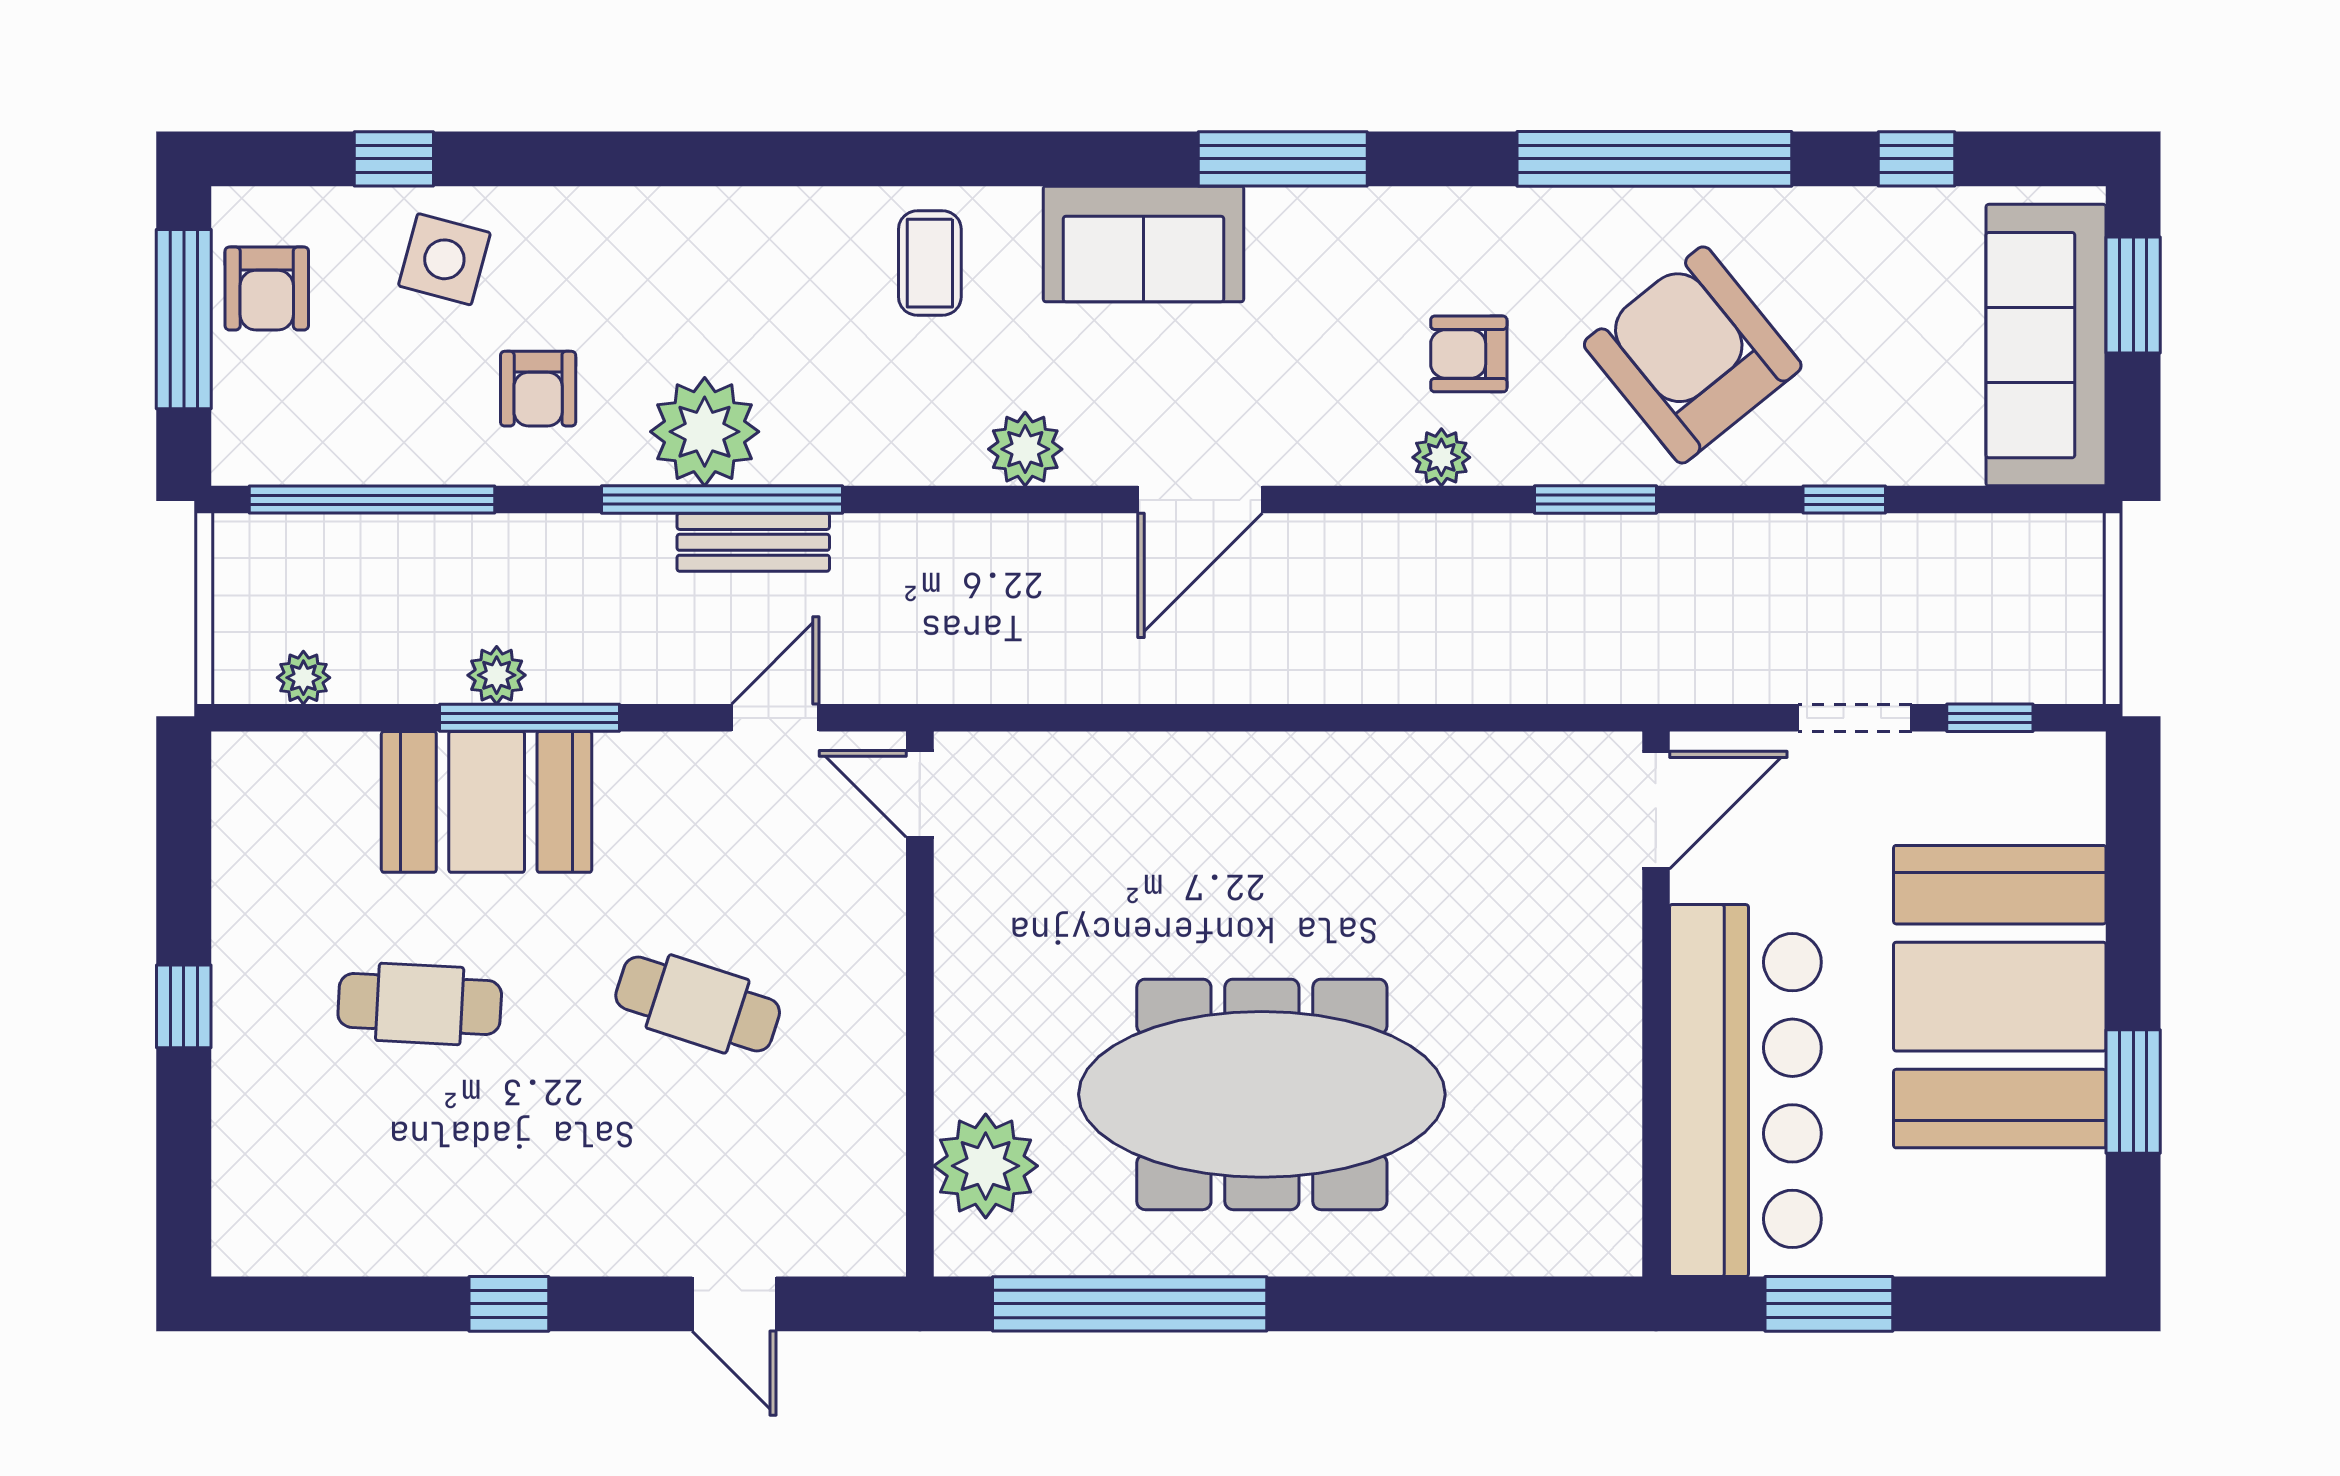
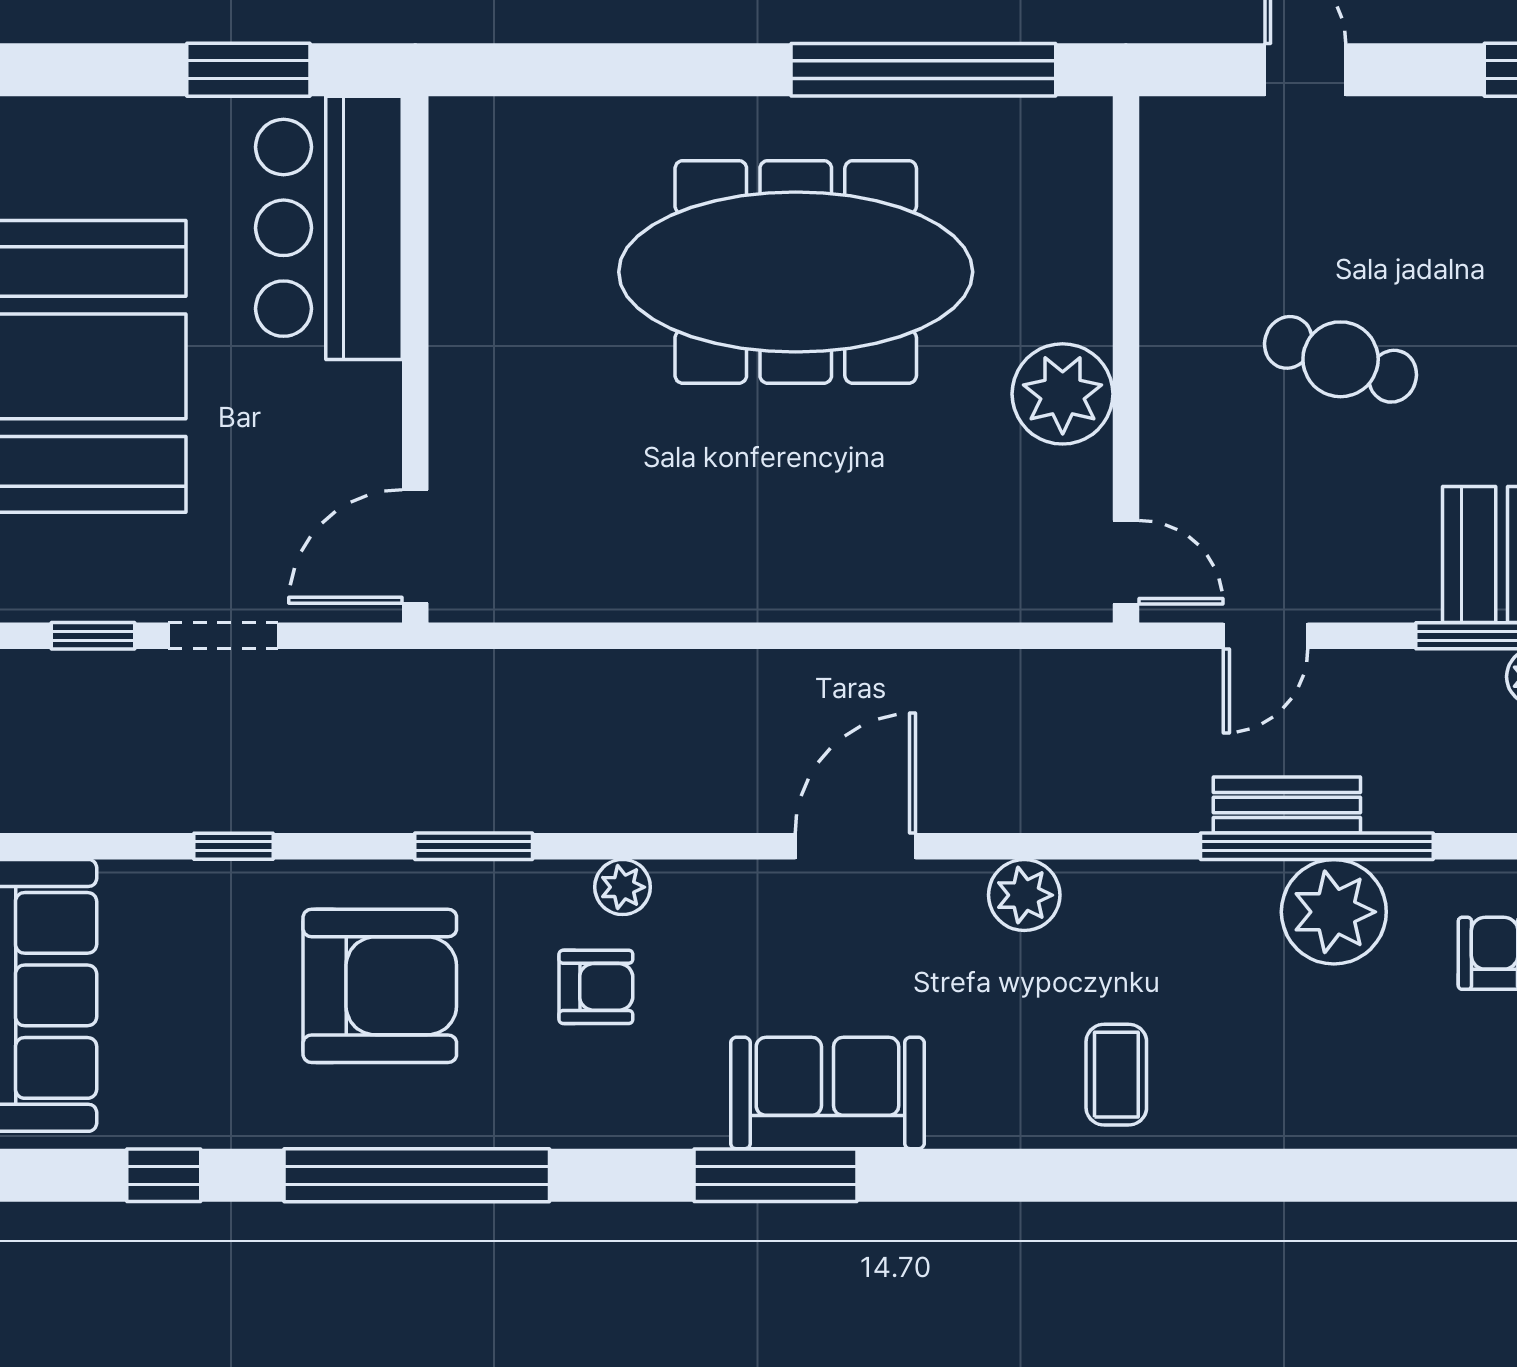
sofa: (1143, 244) -> (827, 1093), moved
armchair: (1693, 355) -> (380, 986), turned -51
bar counter: (1745, 1091) -> (329, 228), width x0.73
plant: (986, 1166) -> (1063, 394), moved

